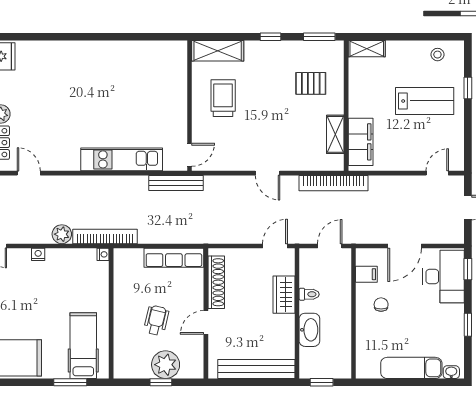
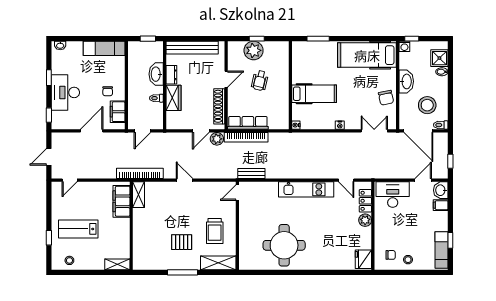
window: (270, 37) -> (183, 272), width x2.17
window: (319, 37) -> (149, 272), removed
round table: (120, 77) -> (284, 245), added
pallet: (311, 83) -> (182, 242), moved
shelving: (335, 134) -> (139, 195), moved
kitchen unit: (122, 159) -> (306, 189), moved
bench: (176, 183) -> (251, 174), width x0.73
plant: (62, 234) -> (217, 139), moved
bookcase: (105, 236) -> (246, 137), moved
door: (275, 246) -> (201, 131), moved
filing cabinet: (366, 274) -> (118, 112), width x2.00
desk: (443, 277) -> (65, 92), moved
dresser: (287, 329) -> (171, 75), added
hospital bed: (83, 346) -> (314, 94), moved, turned -90
exam couch: (411, 368) -> (104, 48), moved

